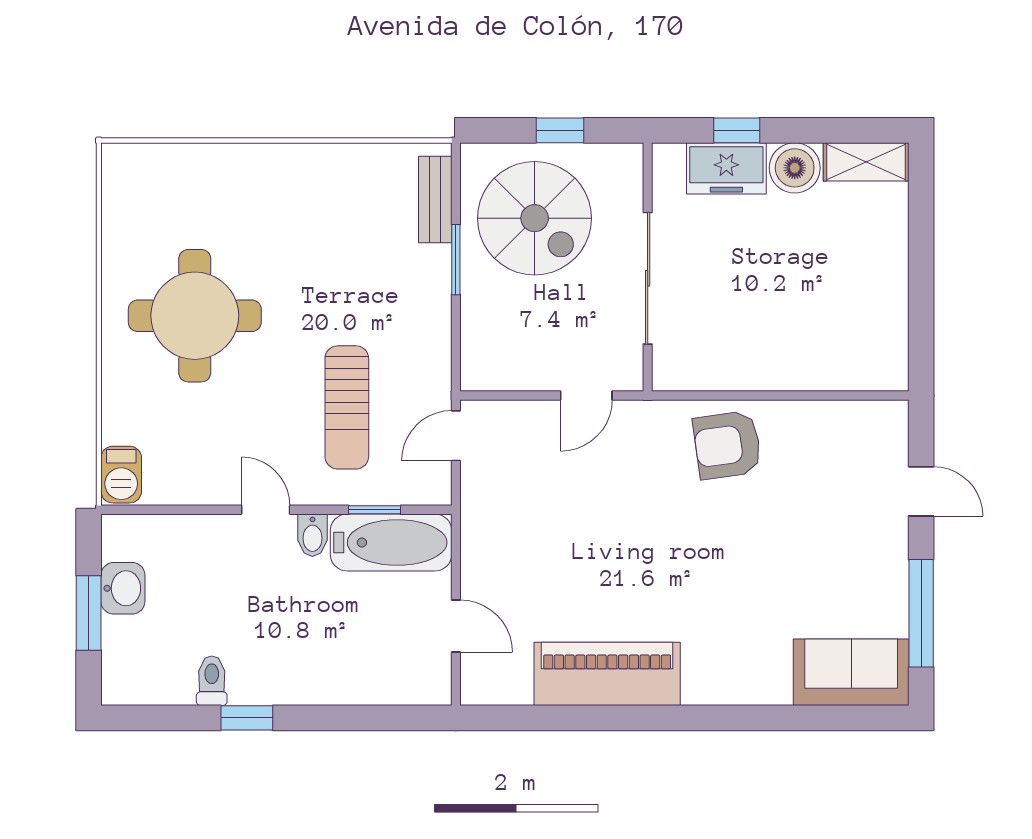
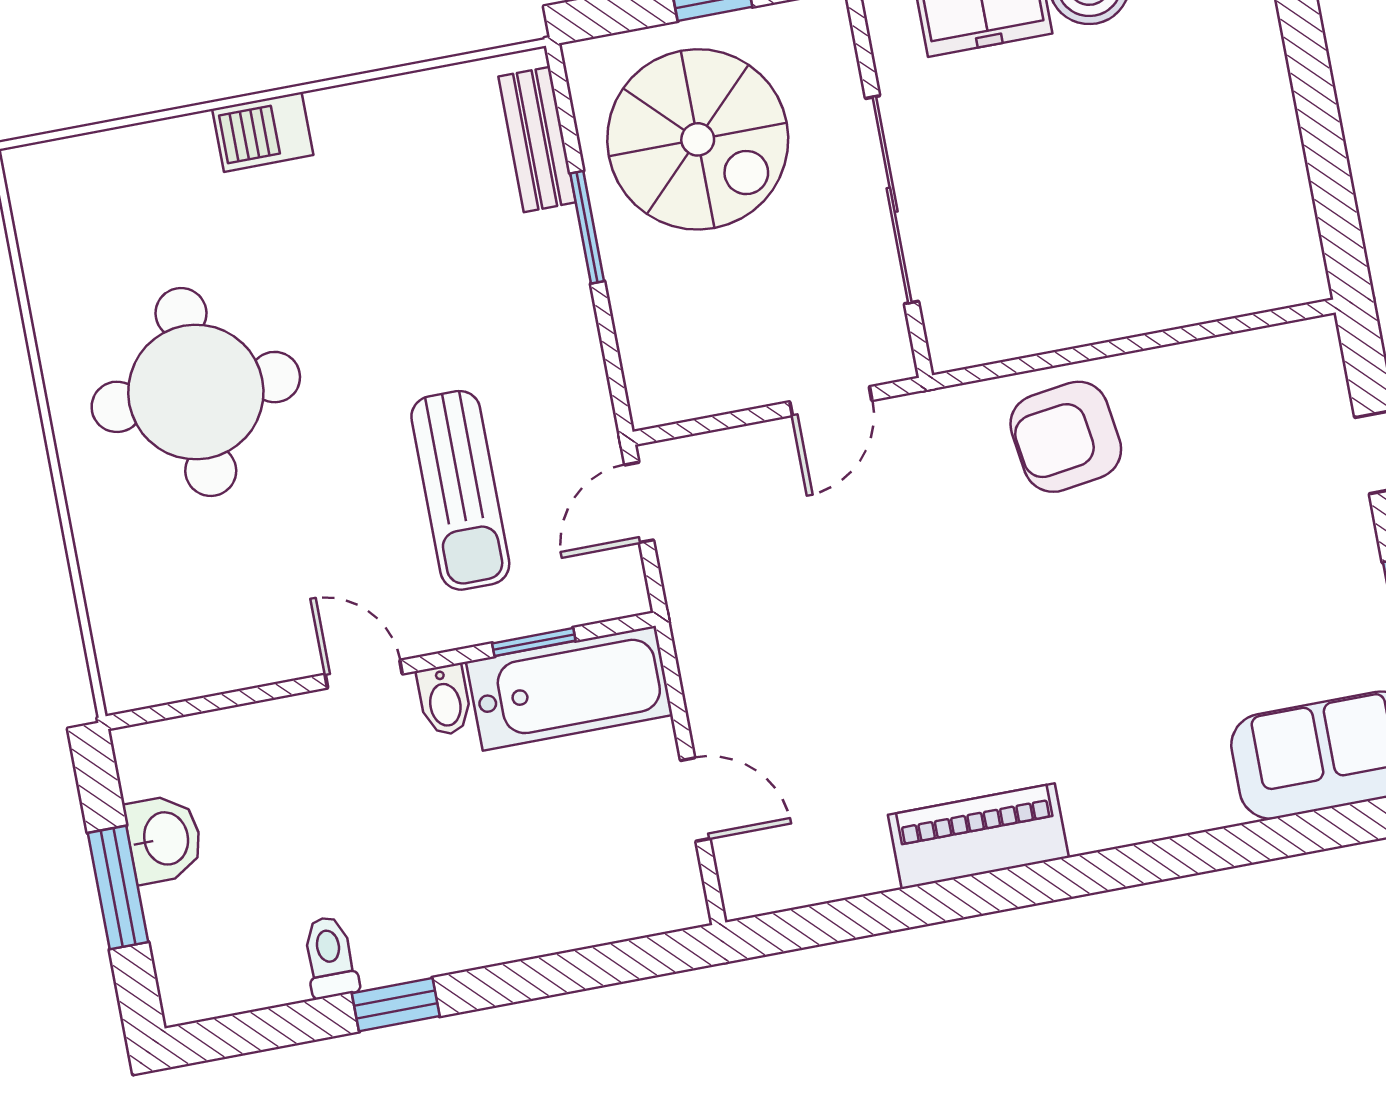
barbecue: (121, 475) -> (263, 132), moved, turned 90
piano: (607, 674) -> (978, 836), width x0.73, depth x0.75

